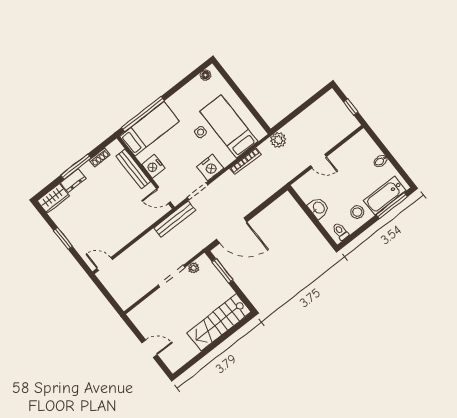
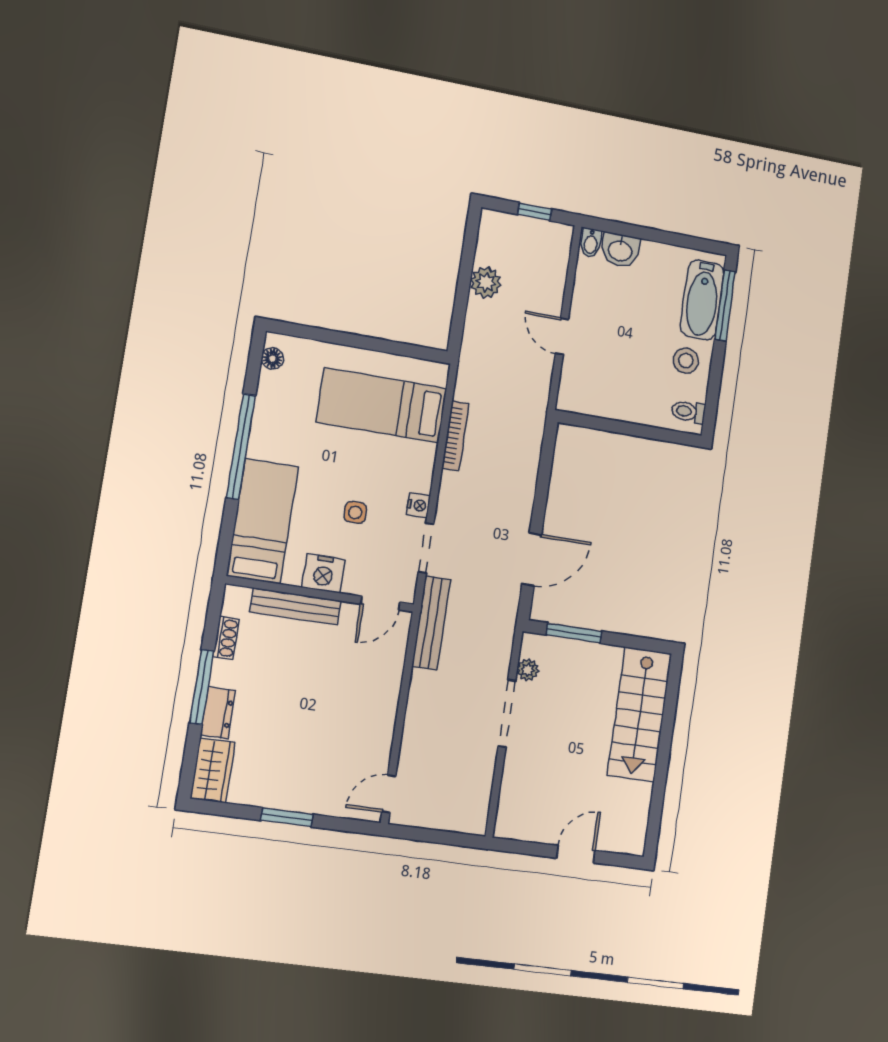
window: (143, 114) -> (241, 447), moved
side table: (201, 132) -> (355, 512), moved
plant: (278, 140) -> (486, 282), moved
door: (318, 161) -> (562, 336), swing flipped
bidet: (380, 161) -> (591, 243), moved
nightstand: (210, 167) -> (418, 505), width x0.53, depth x0.56
washbasin: (318, 208) -> (620, 250), moved, turned 180
door: (232, 230) -> (532, 559), width x0.73

